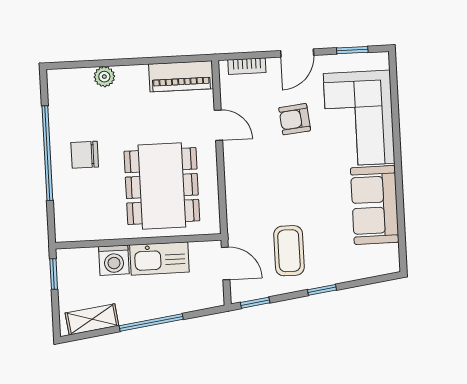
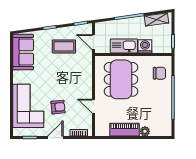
piano: (181, 76) -> (124, 130), moved
chair: (85, 155) -> (159, 73), moved
sofa: (375, 205) -> (23, 52), moved
coffee table: (289, 251) -> (64, 46), turned 90

